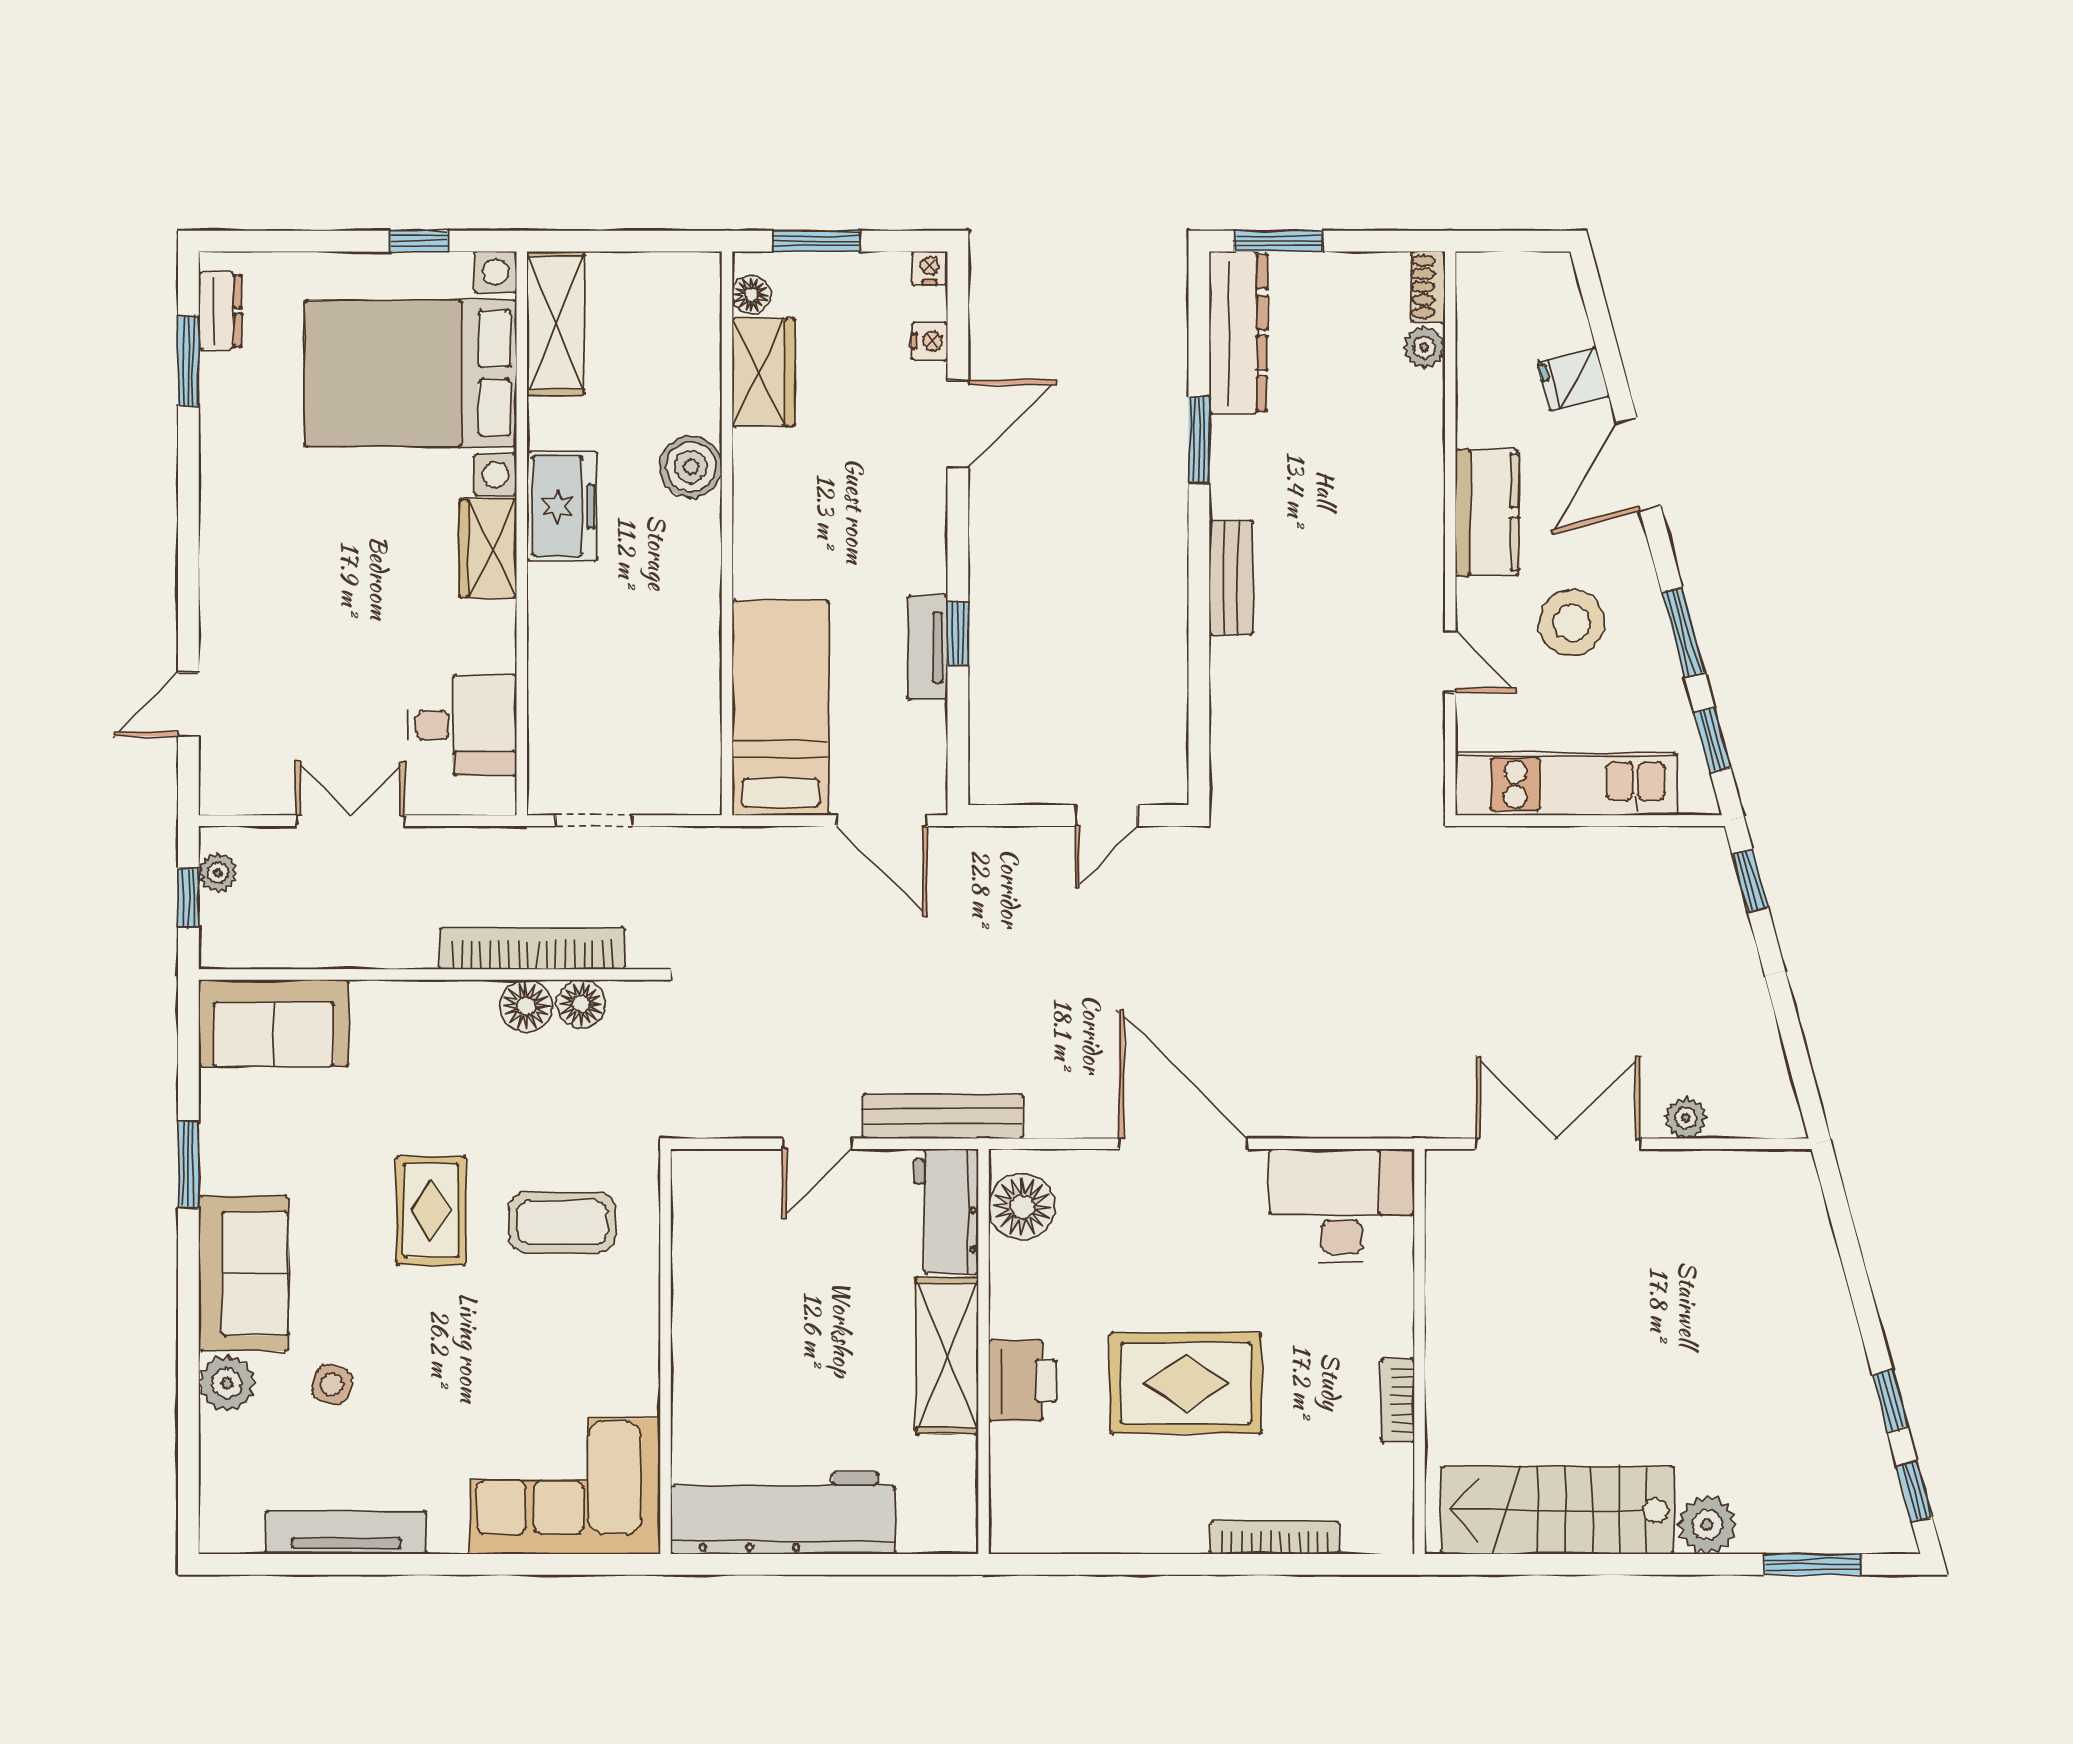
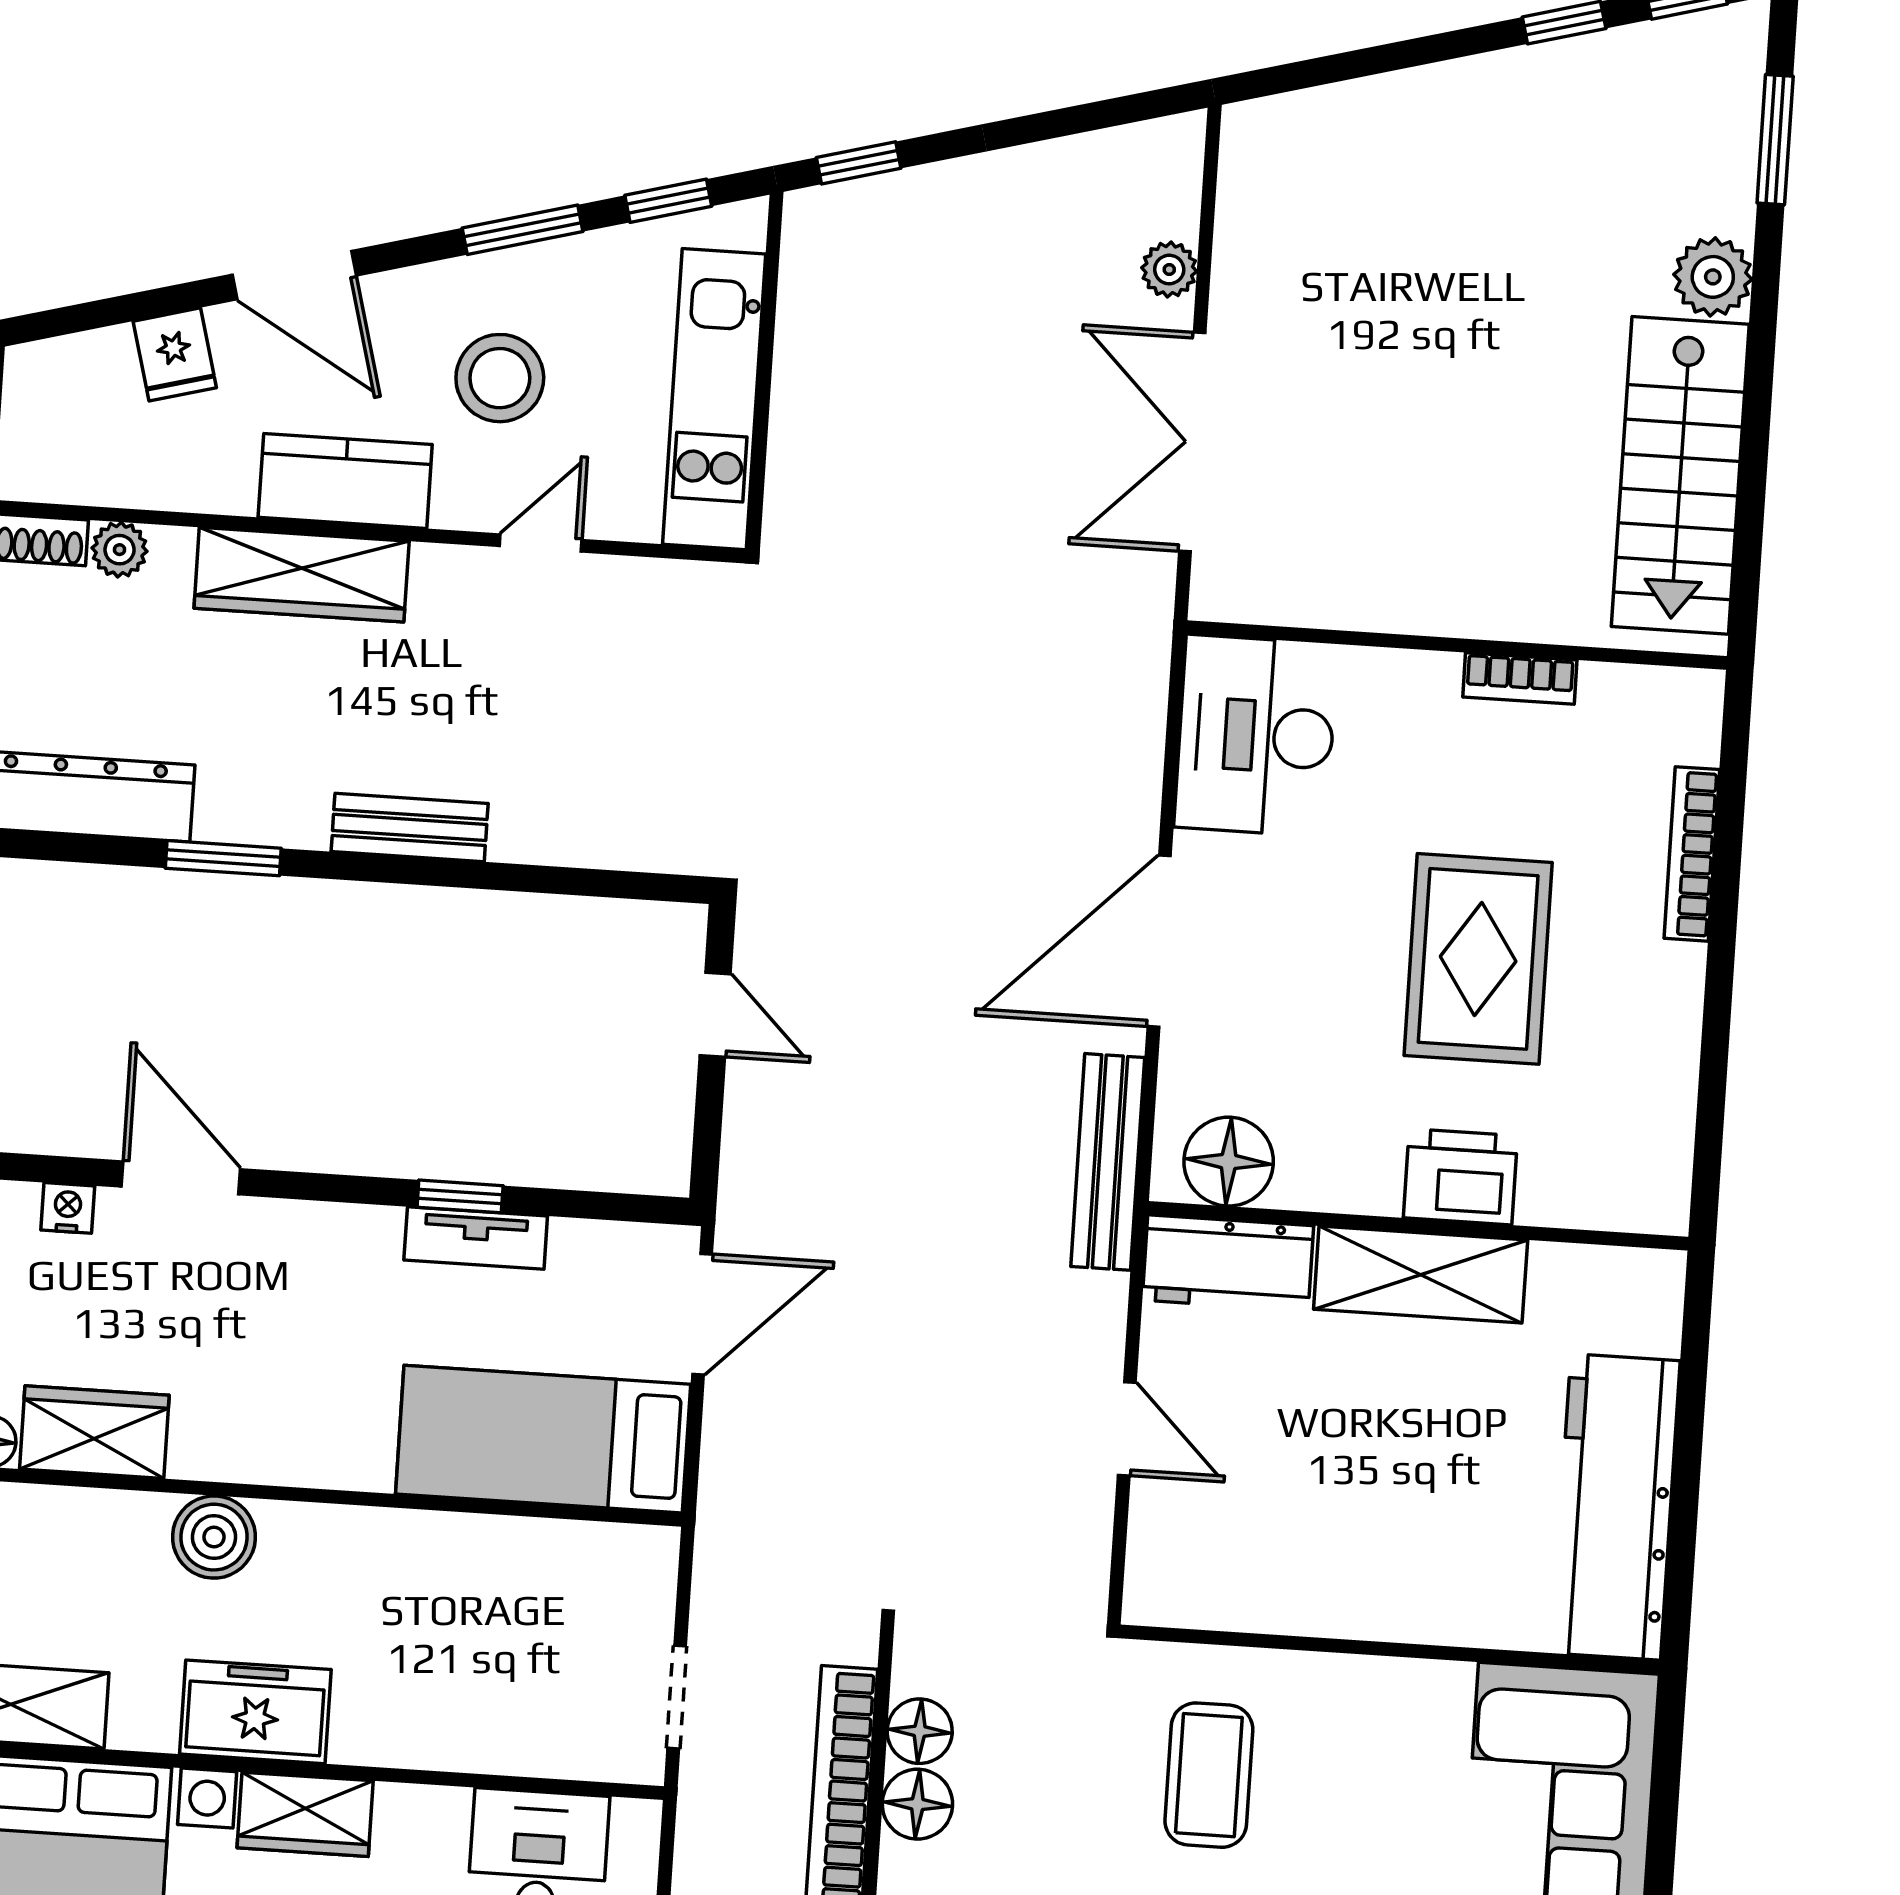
wardrobe: (1415, 484) -> (302, 575), added
bench: (943, 1116) -> (1108, 1162), moved

